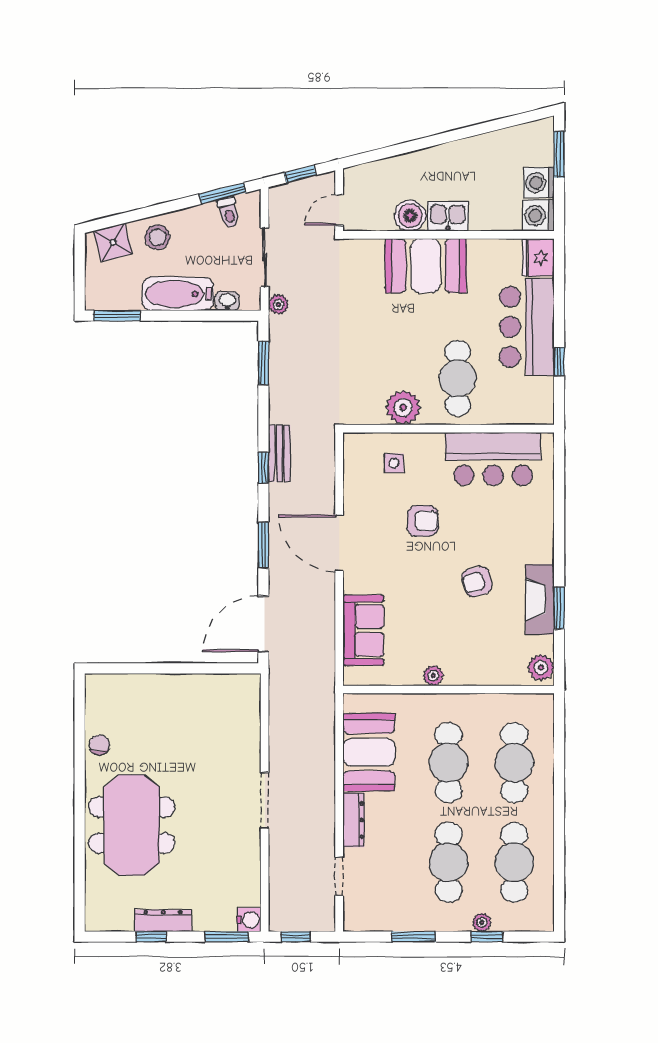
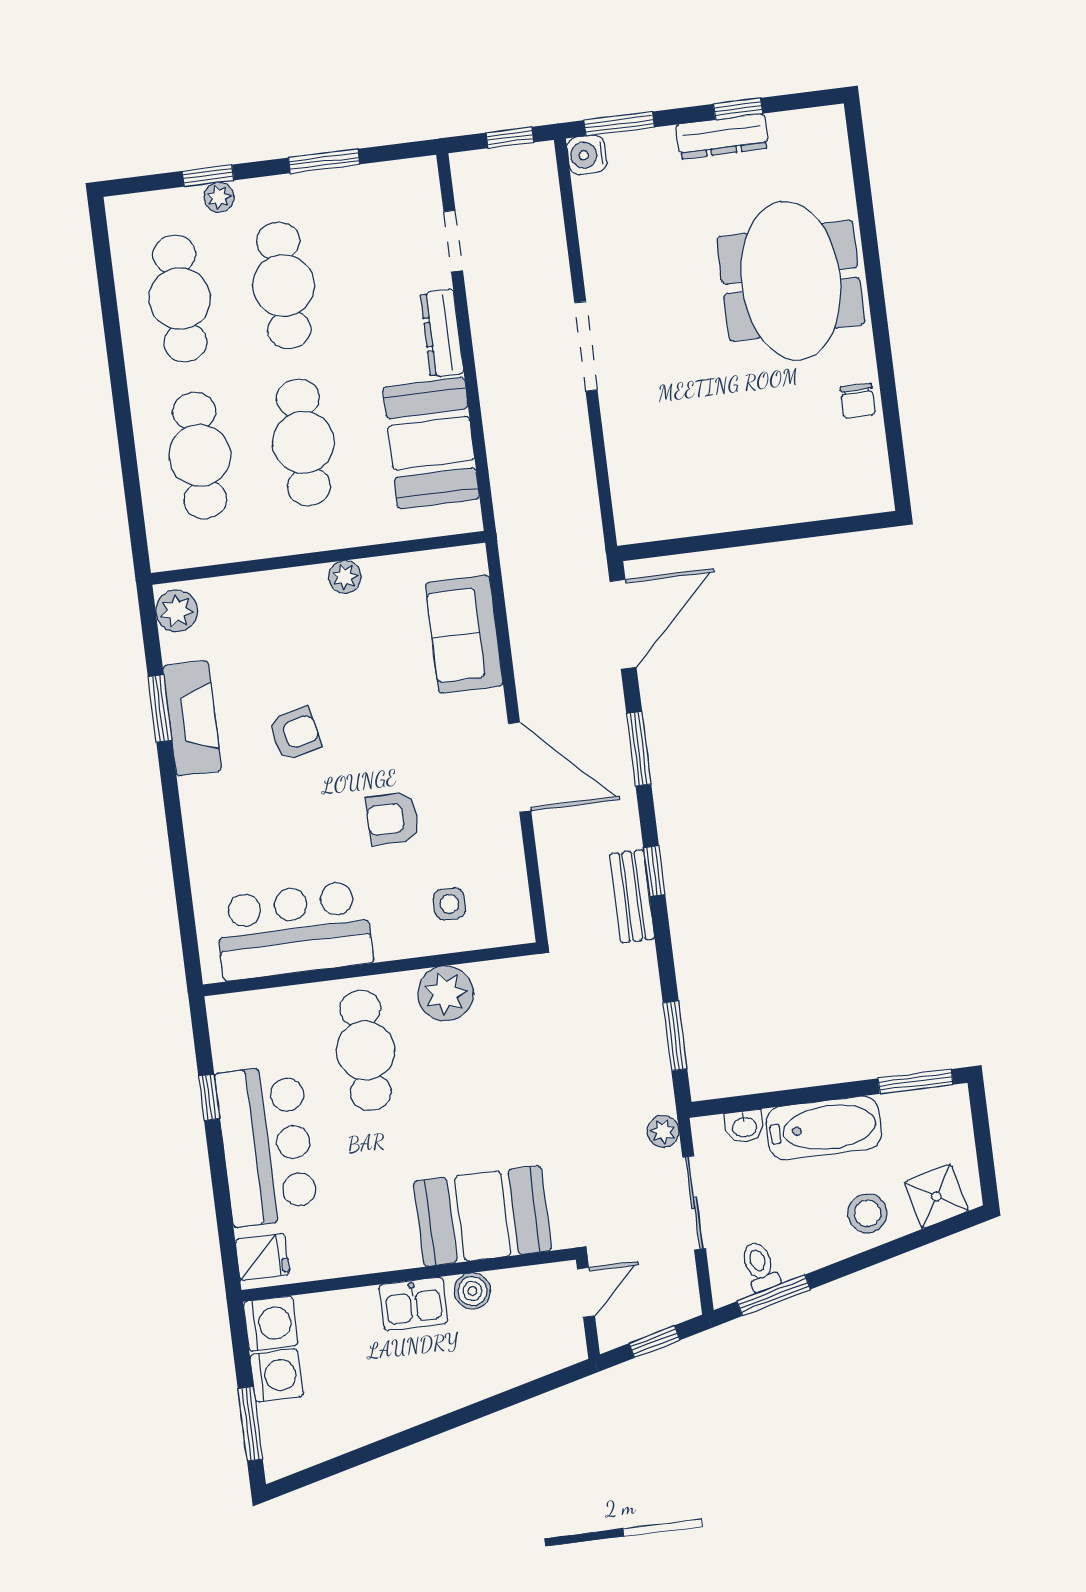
boiler: (410, 216) -> (472, 1291), width x0.73, depth x0.73
fridge: (538, 258) -> (263, 1257), width x0.72
booth: (426, 266) -> (482, 1216), moved

